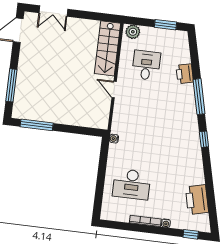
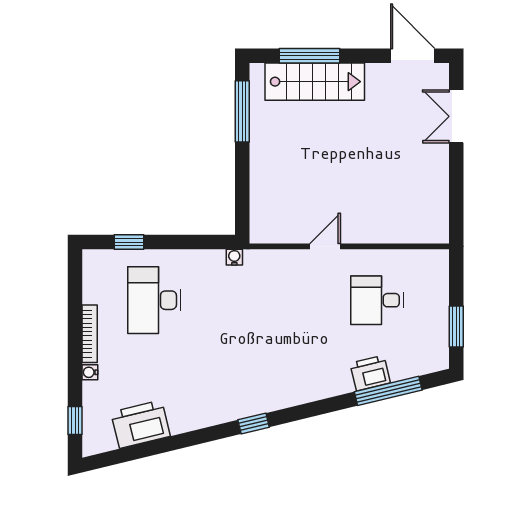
plant: (133, 32) -> (436, 268), removed
stairs: (107, 48) -> (315, 82), moved, turned 180
desk: (146, 65) -> (377, 300), turned 180
window: (199, 97) -> (388, 391), moved
window: (99, 194) -> (129, 242), added

